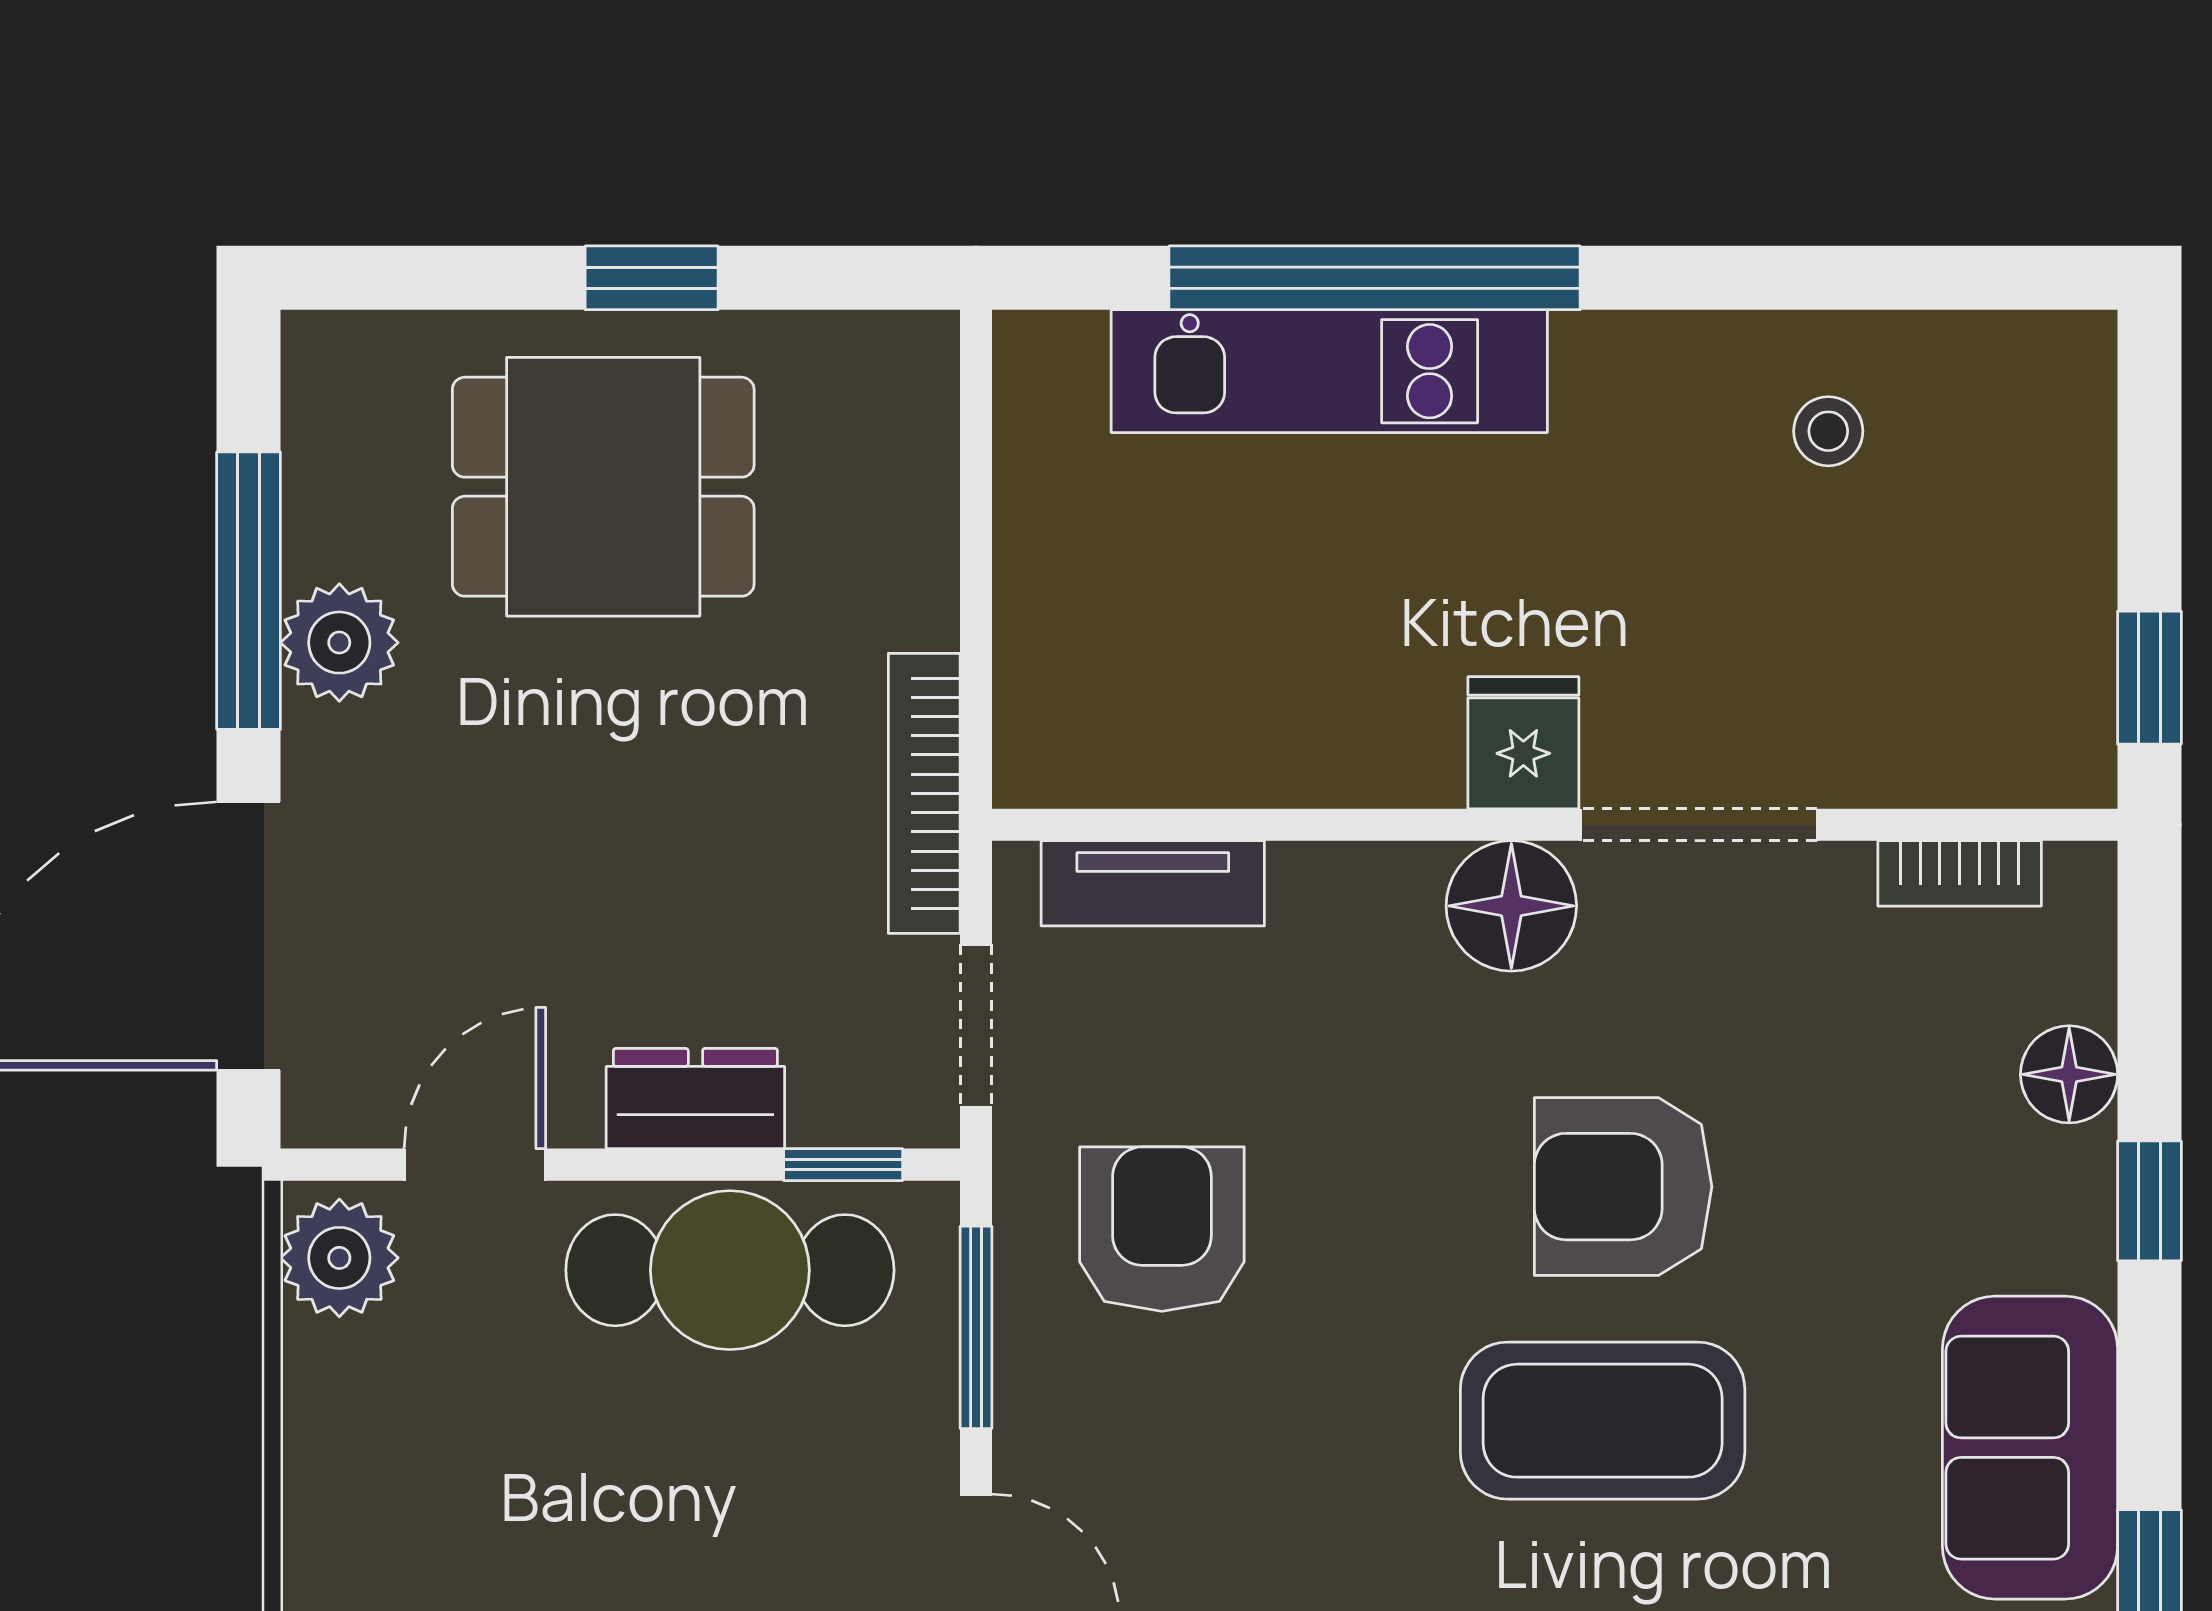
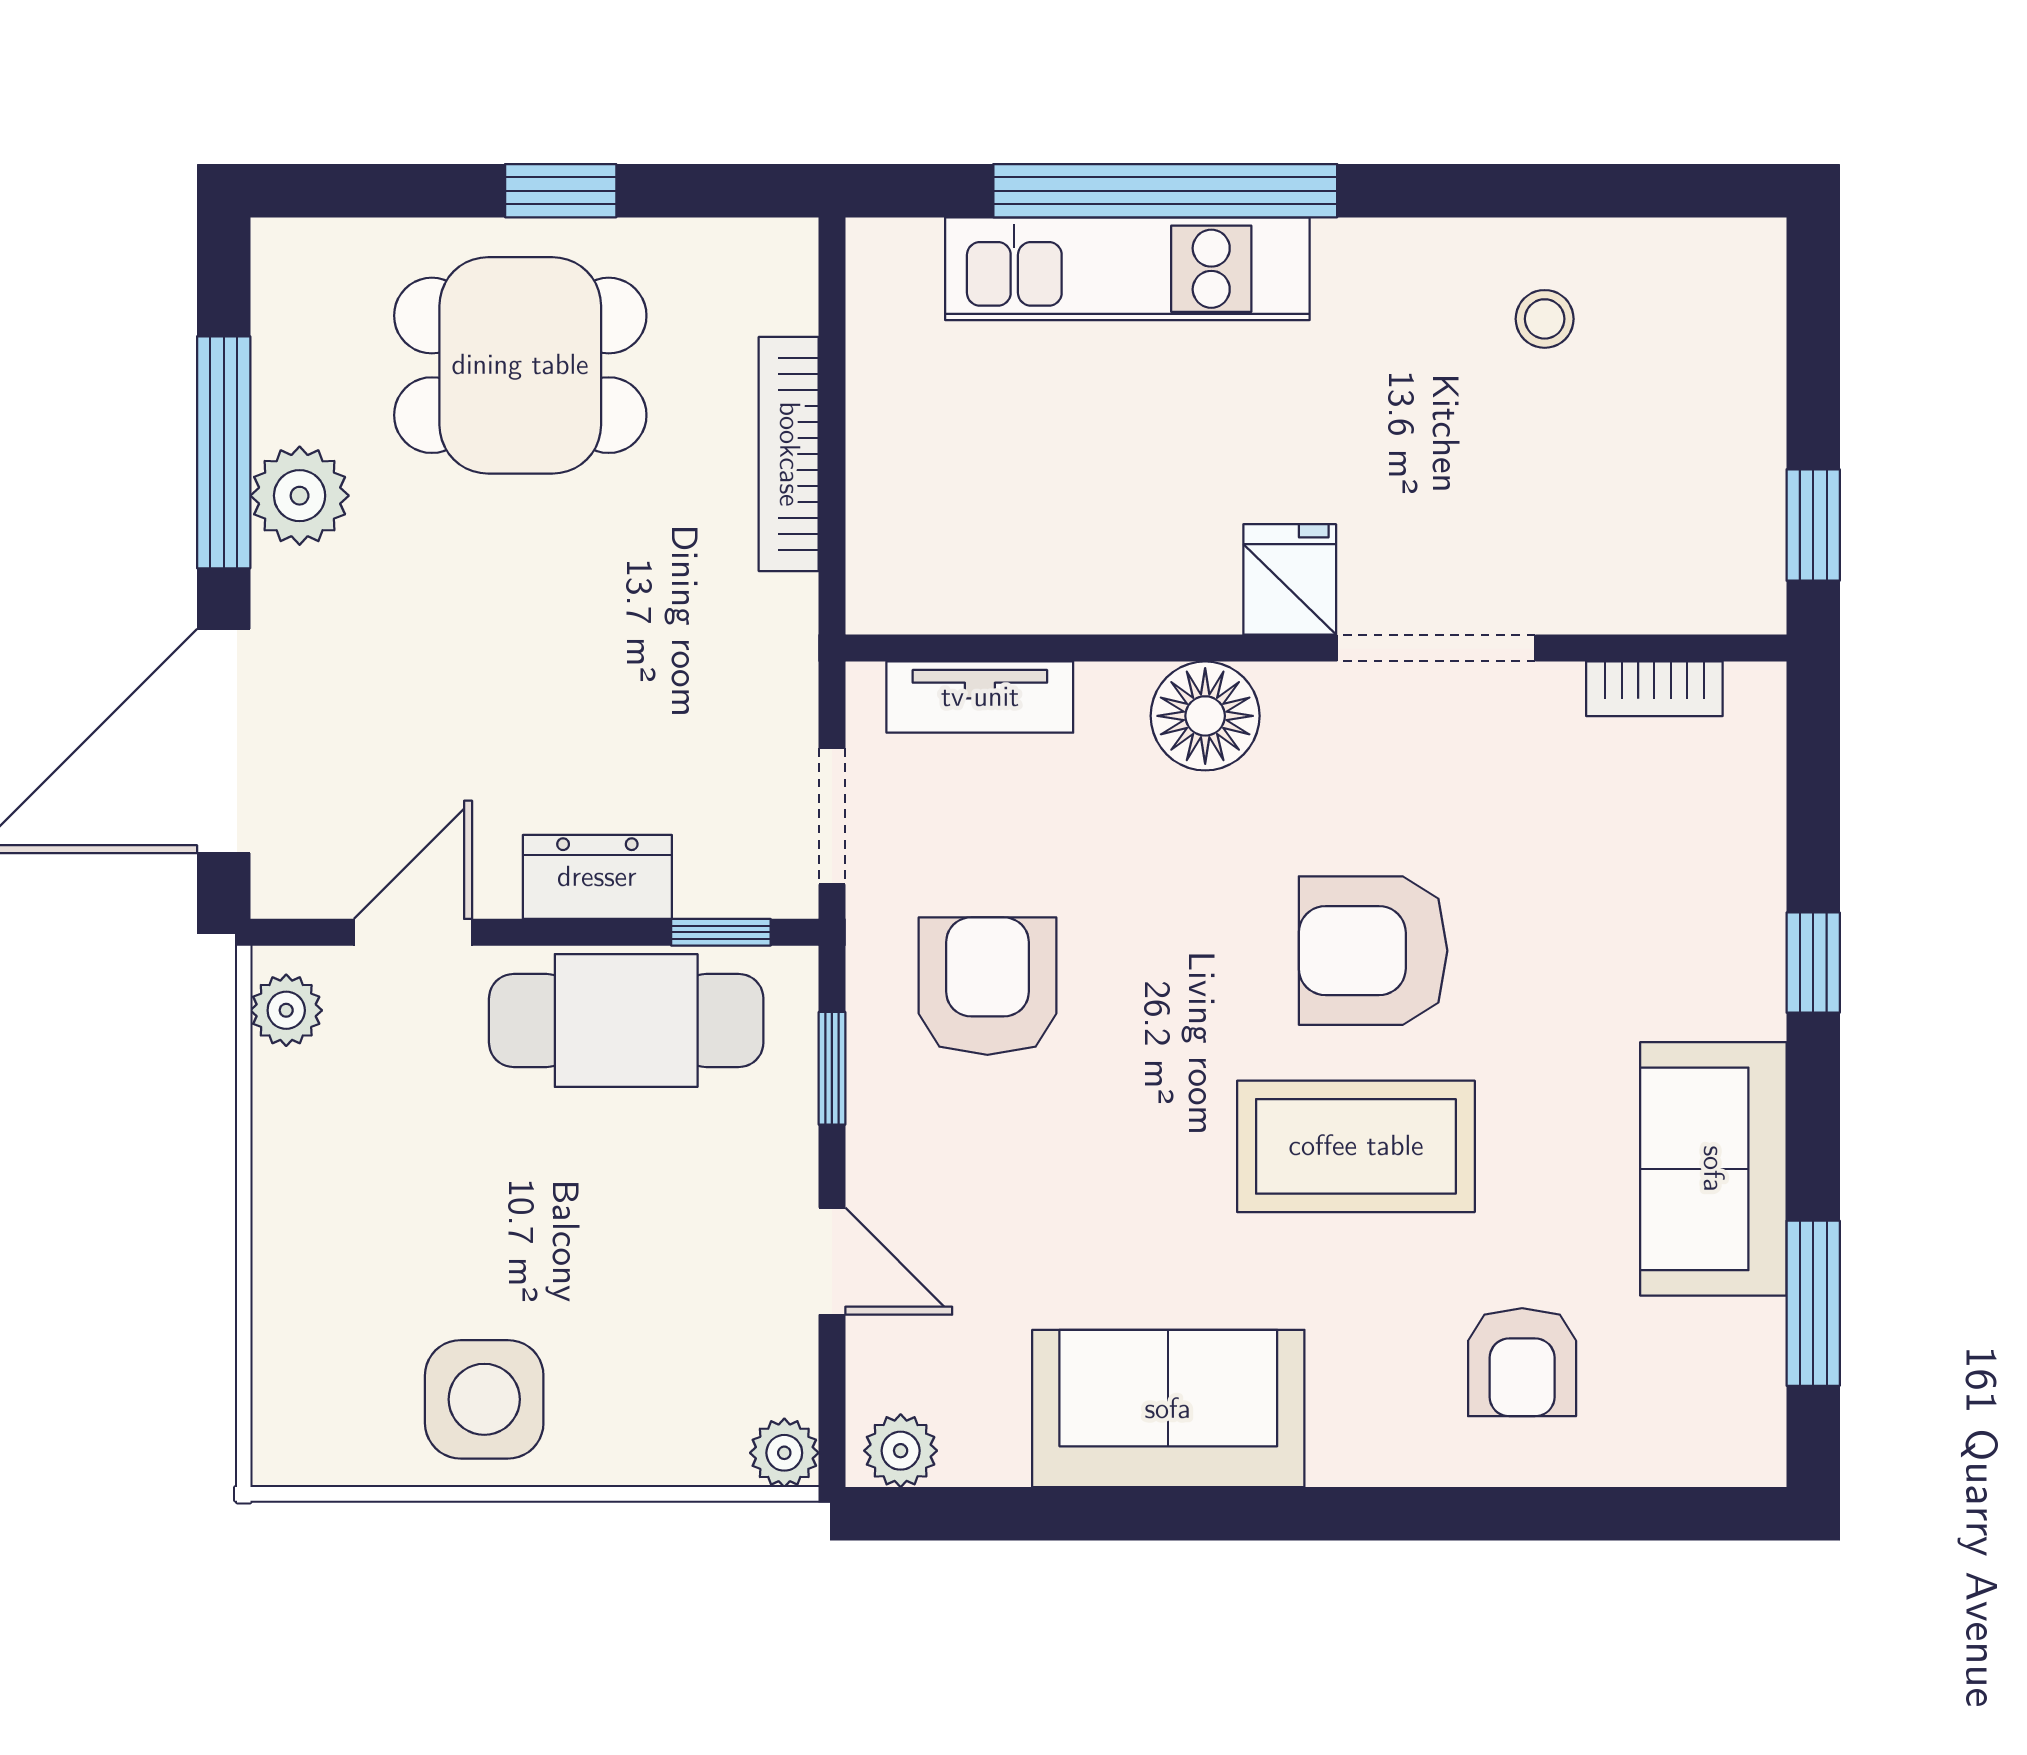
bookcase: (924, 793) -> (789, 454), moved
floor lamp: (1511, 906) -> (1205, 716), moved
floor lamp: (2069, 1074) -> (1746, 857), removed
plant: (339, 1258) -> (286, 1010), width x0.73, depth x0.73
window: (976, 1327) -> (832, 1068), width x0.67

